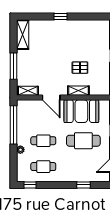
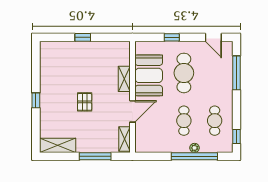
pallet: (80, 68) -> (85, 102), moved
window: (13, 125) -> (194, 156), moved
window: (83, 185) -> (236, 73), width x2.17

